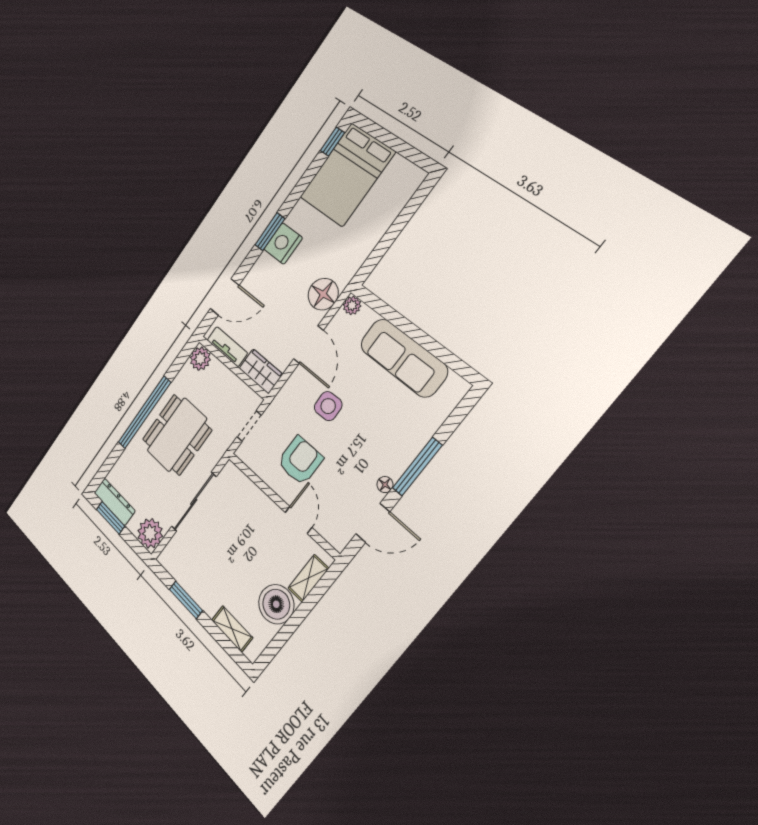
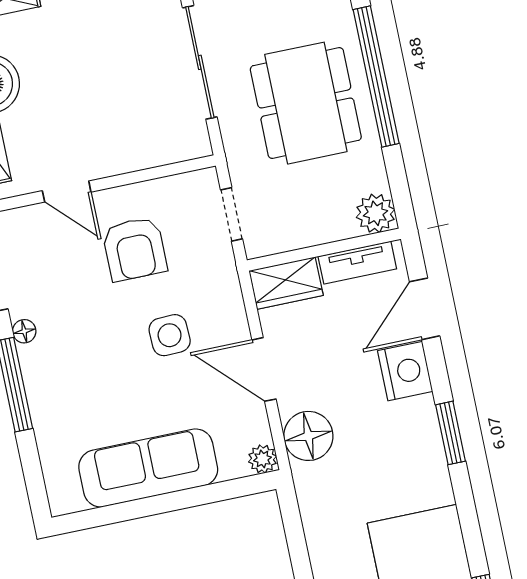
nightstand: (283, 243) -> (405, 371), moved

